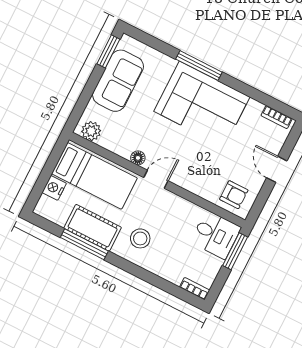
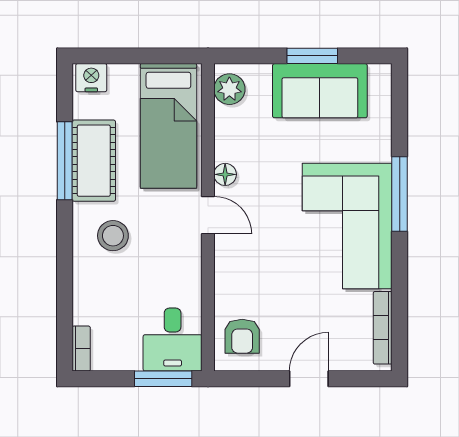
window: (108, 51) -> (312, 56), moved
bookcase: (277, 117) -> (383, 328), width x1.56
nightstand: (54, 188) -> (91, 78), moved

